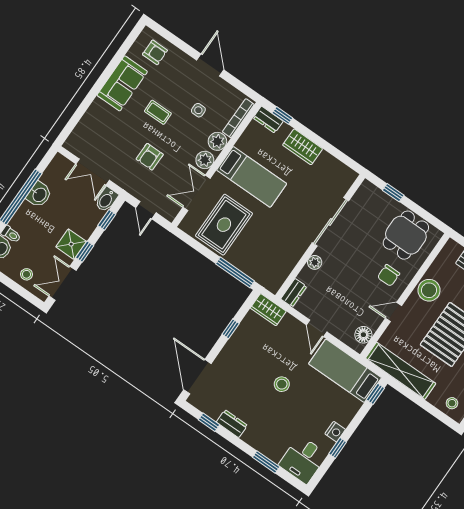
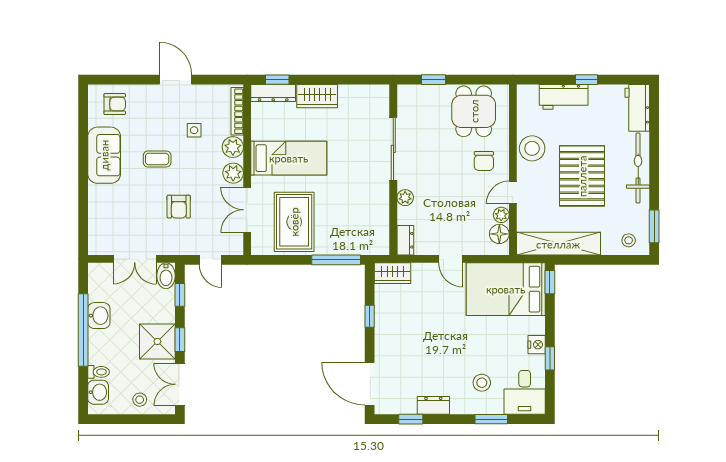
dresser: (268, 120) -> (273, 93), width x1.44
shower: (71, 244) -> (157, 341), width x1.36, depth x1.36
plant: (374, 322) -> (501, 215), added
bed: (345, 371) -> (506, 289), width x1.50
stool: (282, 384) -> (482, 383), moved

